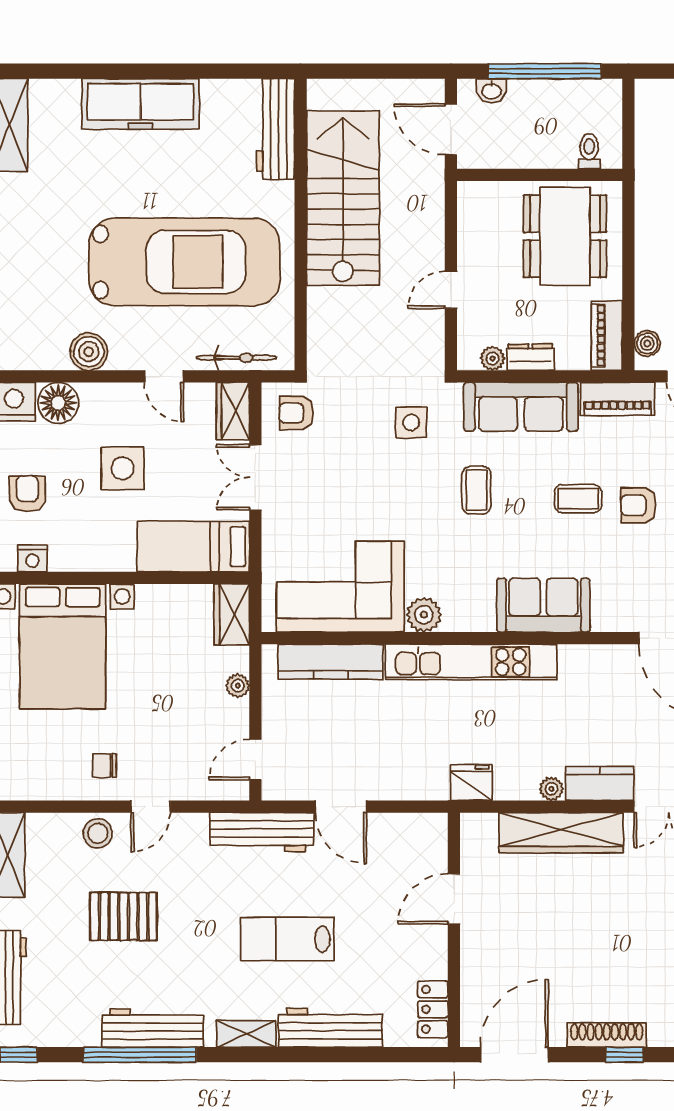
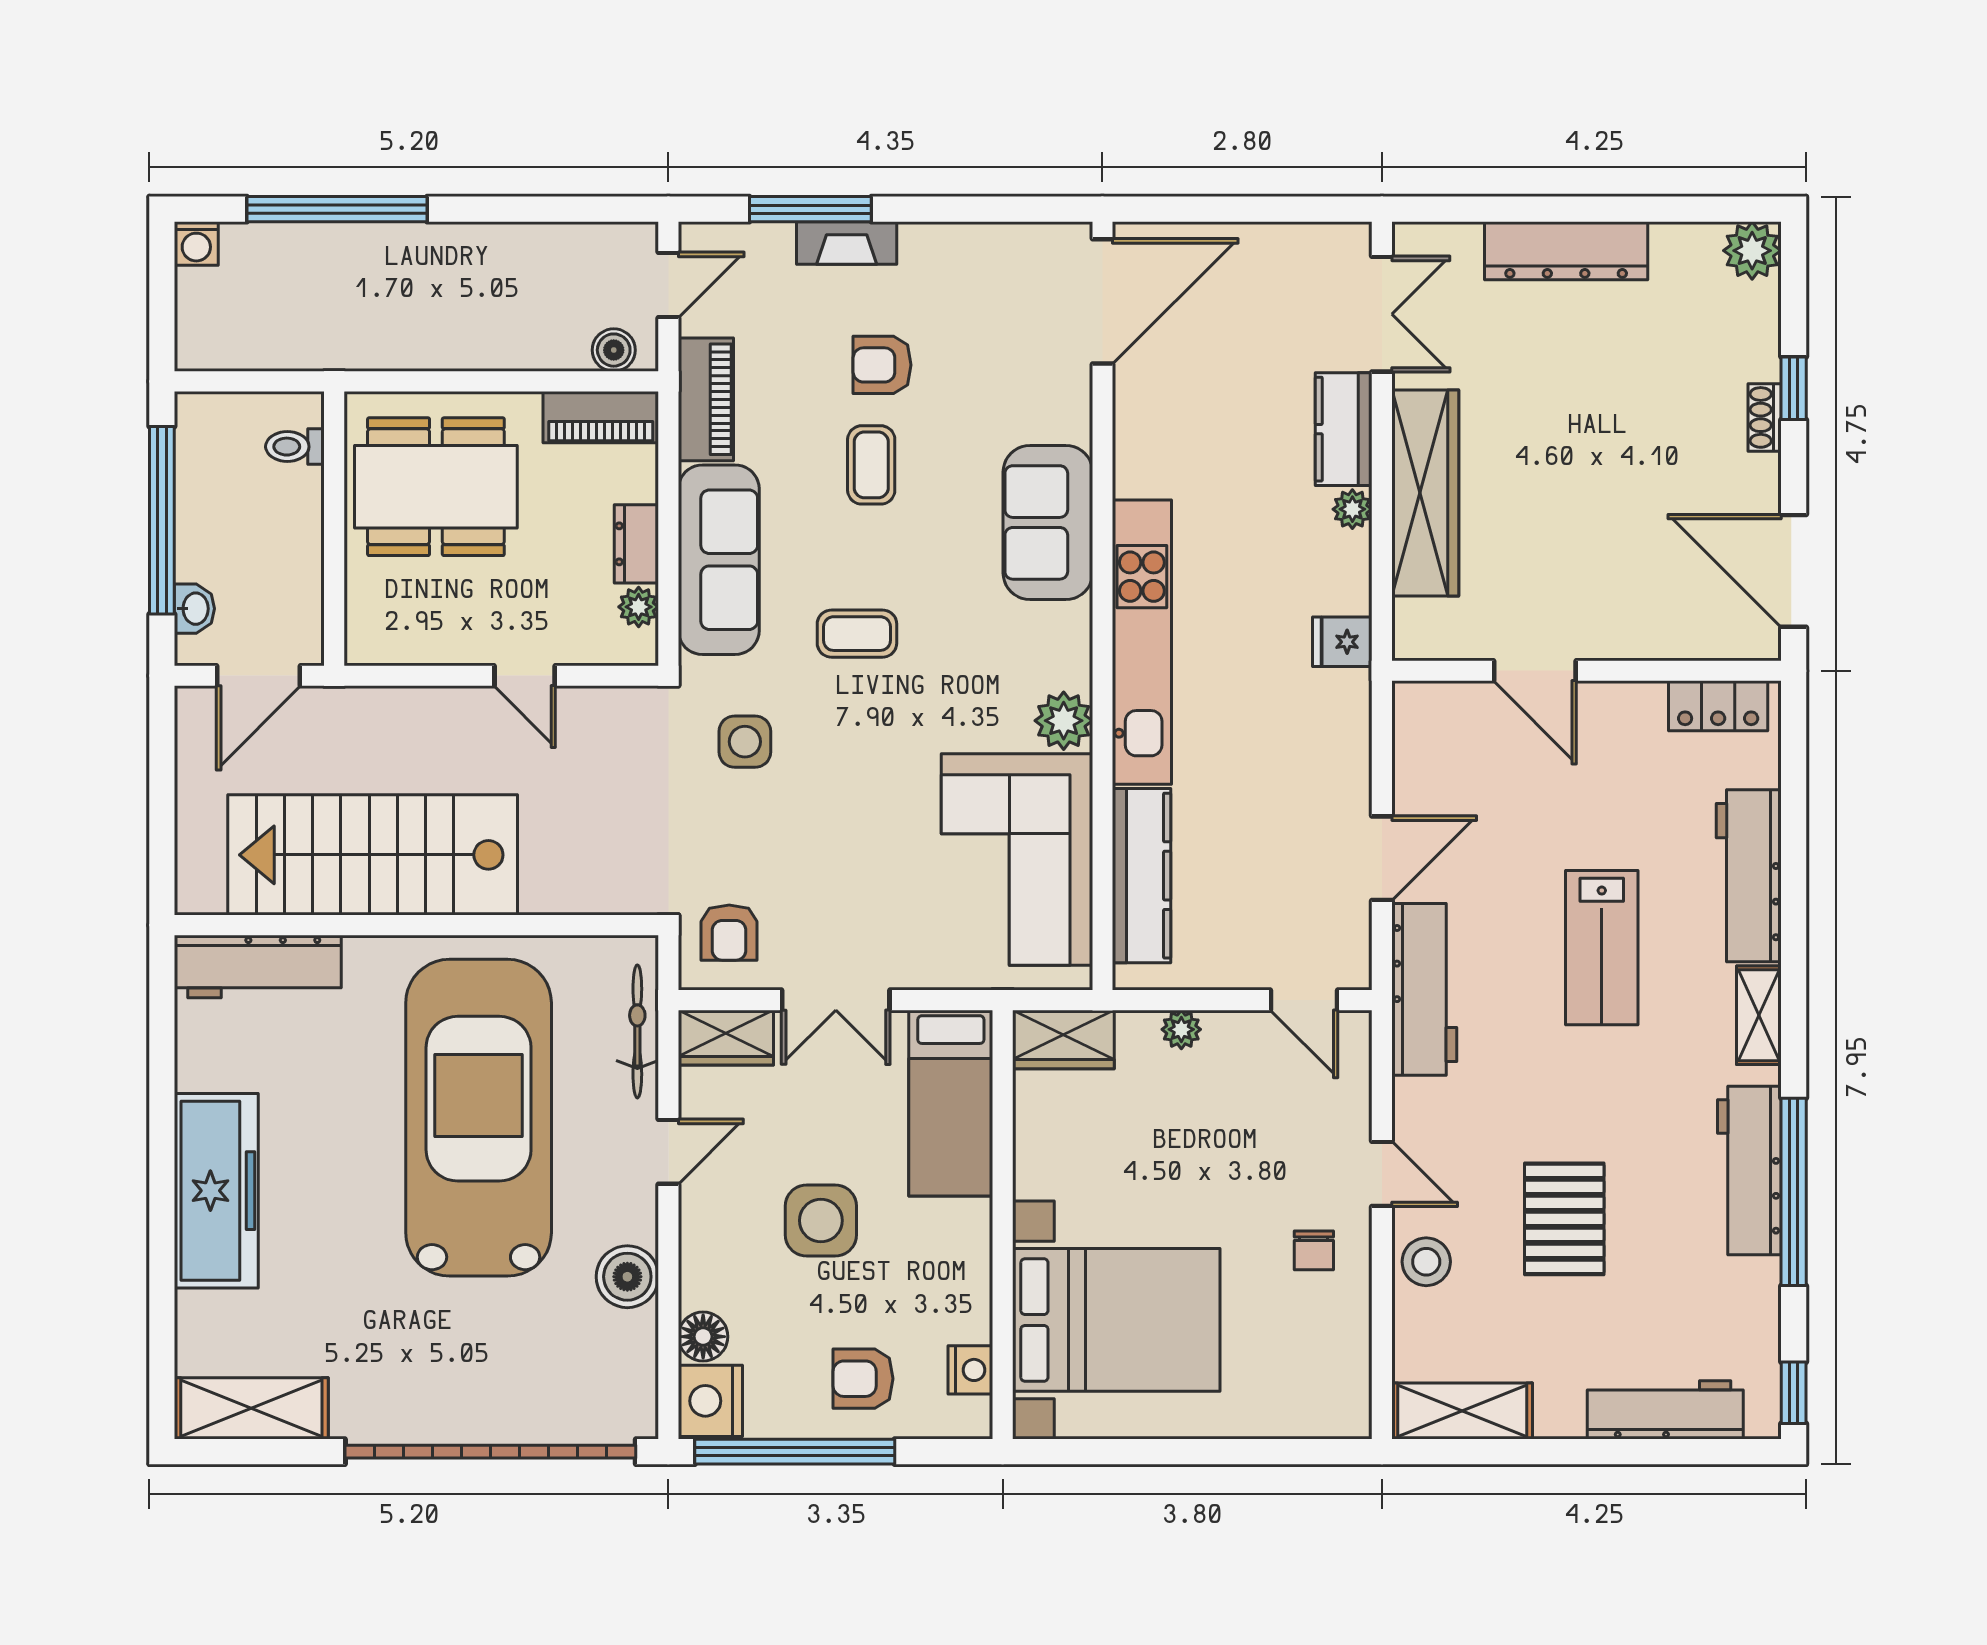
floor lamp: (58, 403) -> (703, 1337), width x0.73, depth x0.73
armchair: (638, 505) -> (882, 365), turned 90
fridge: (471, 783) -> (1342, 642), width x0.72
shoe rack: (607, 1035) -> (1765, 417), width x0.51, depth x0.81

